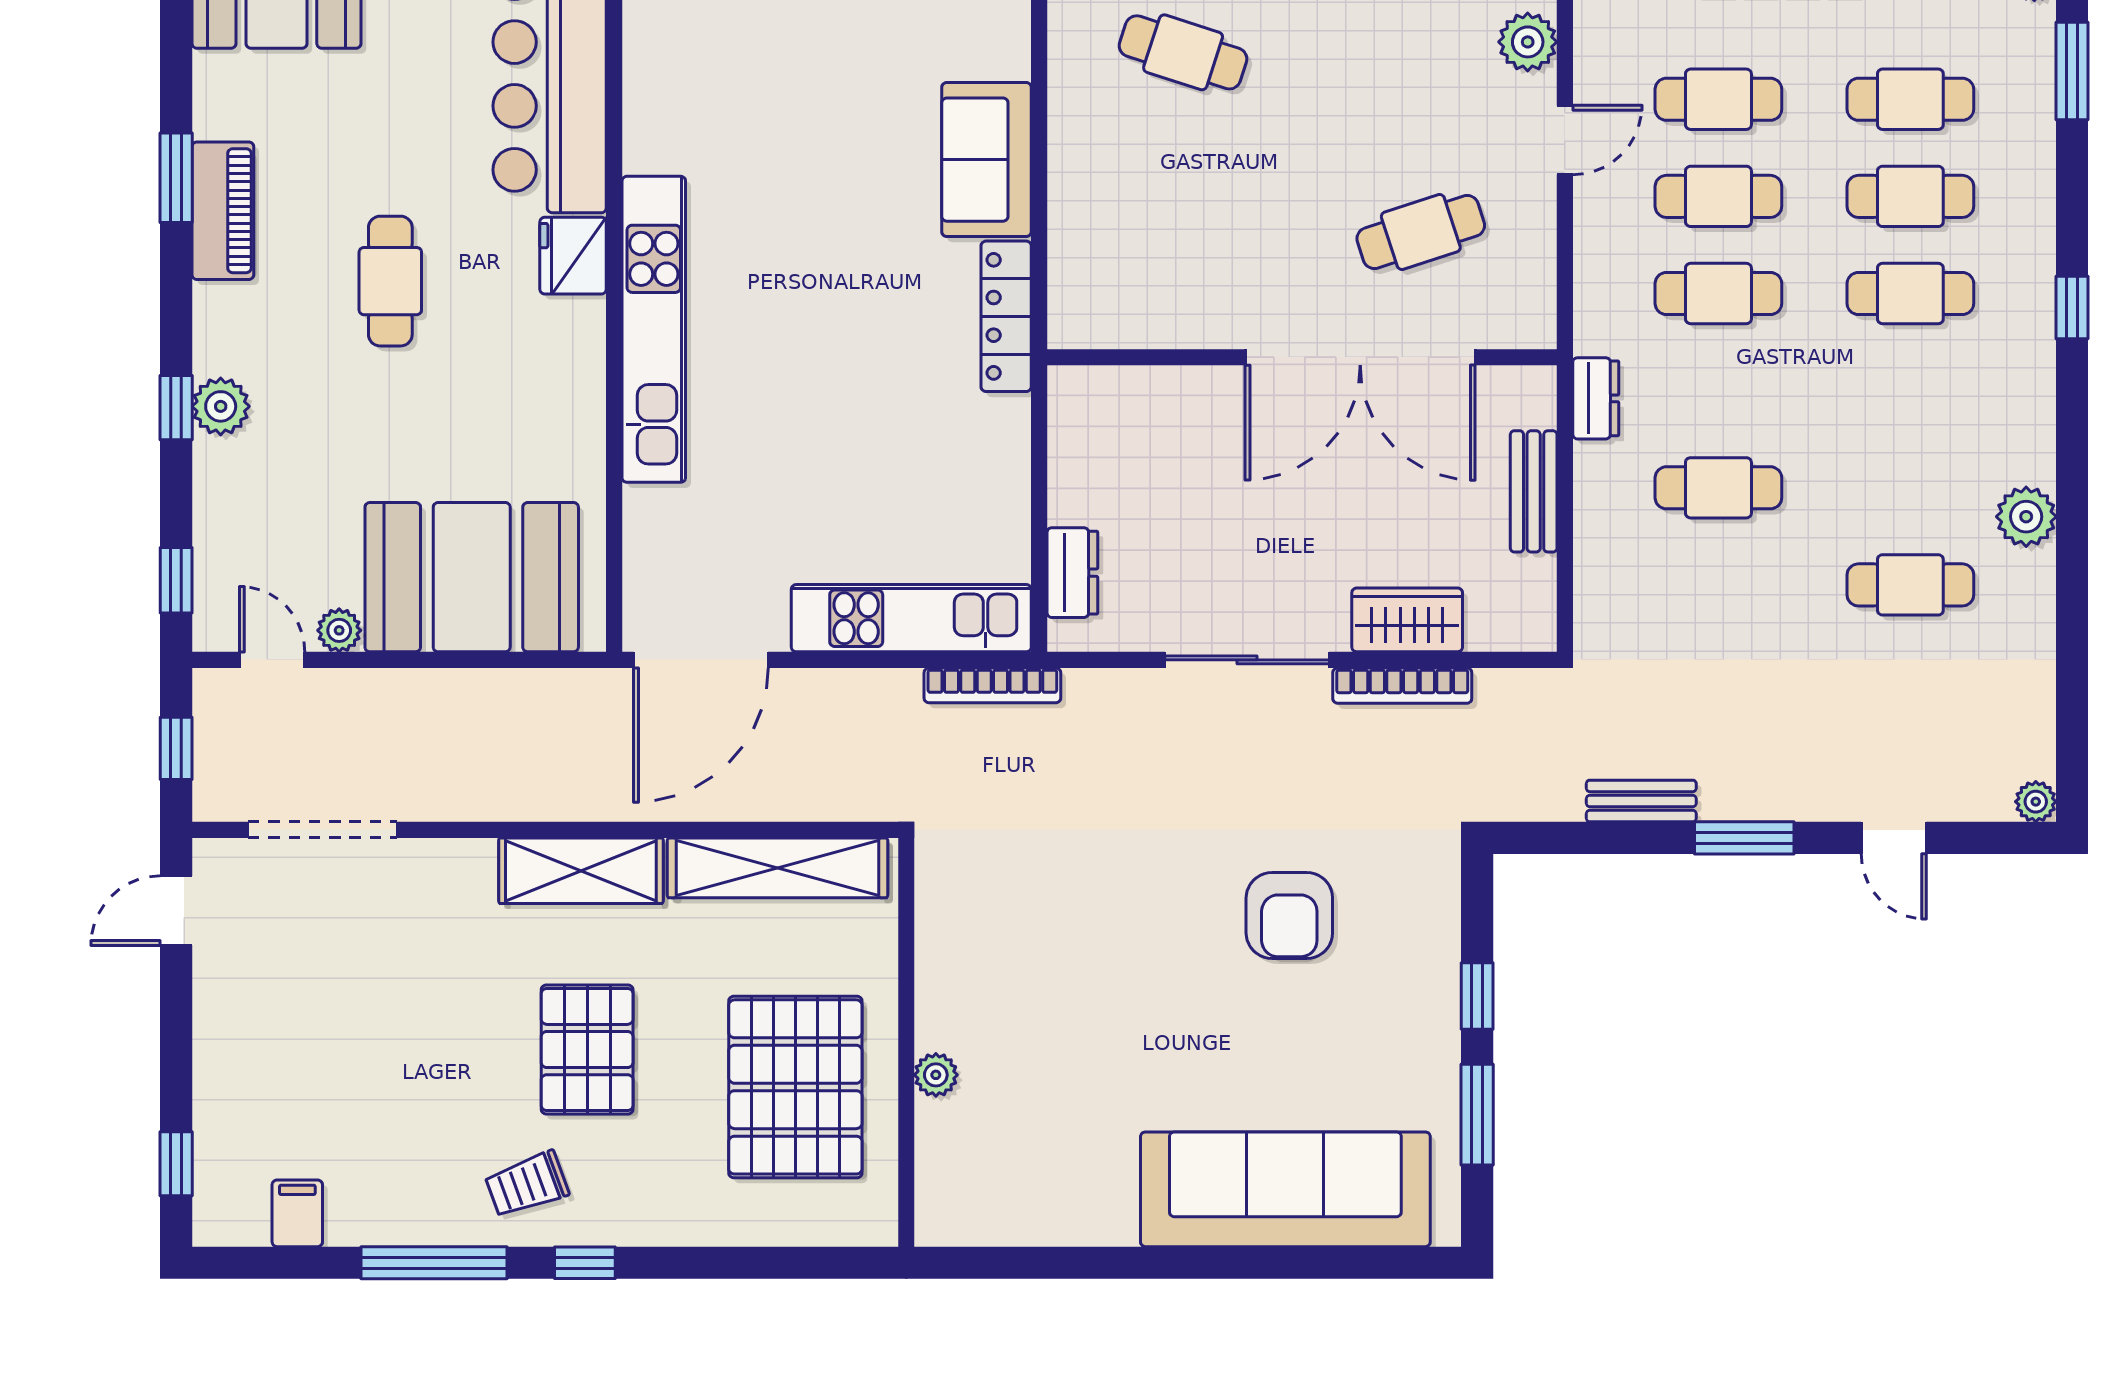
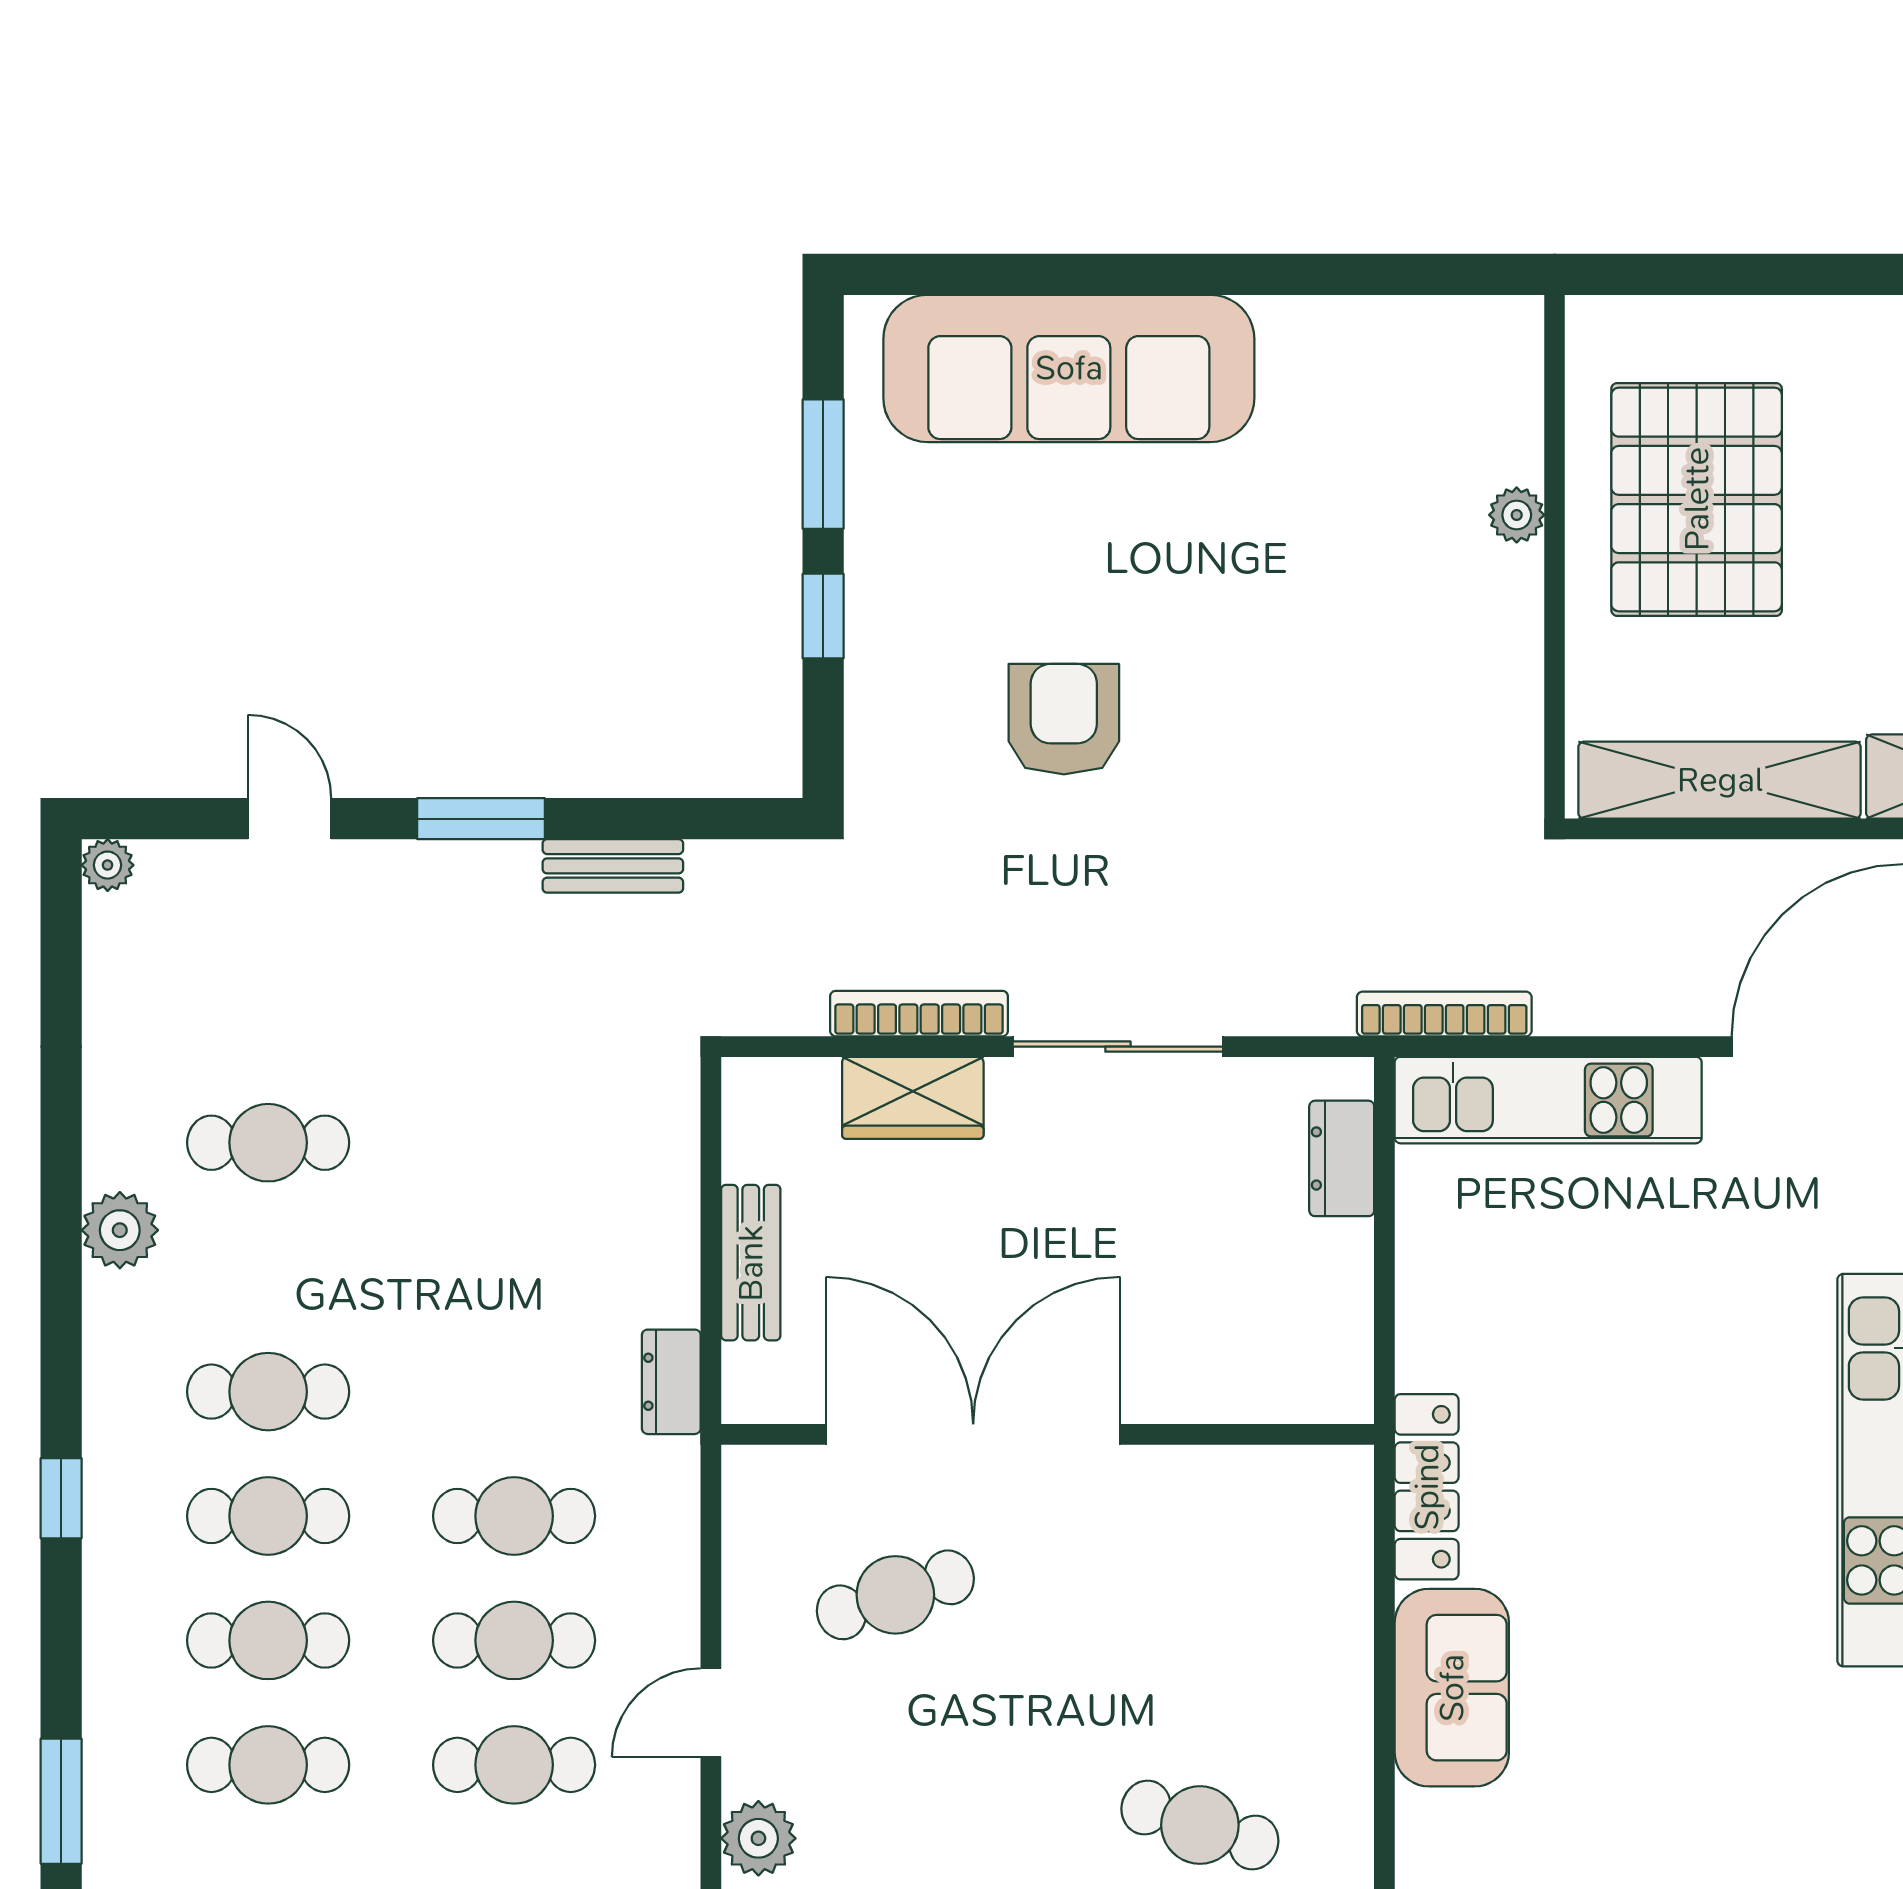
cafe table: (1718, 488) -> (268, 1392), moved

